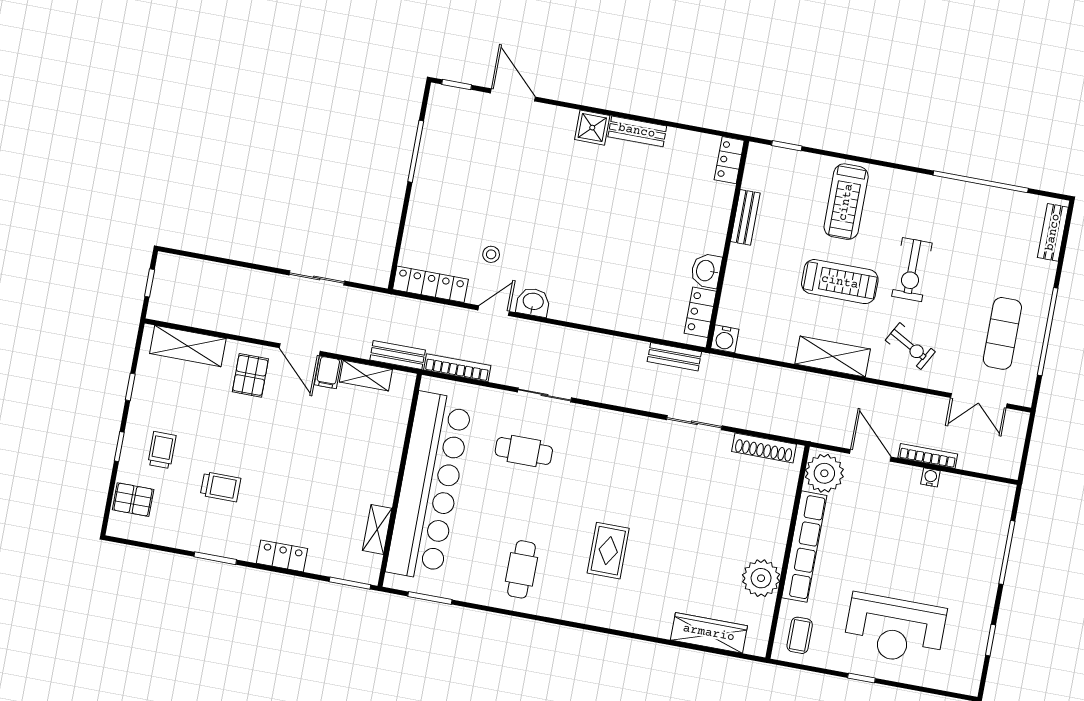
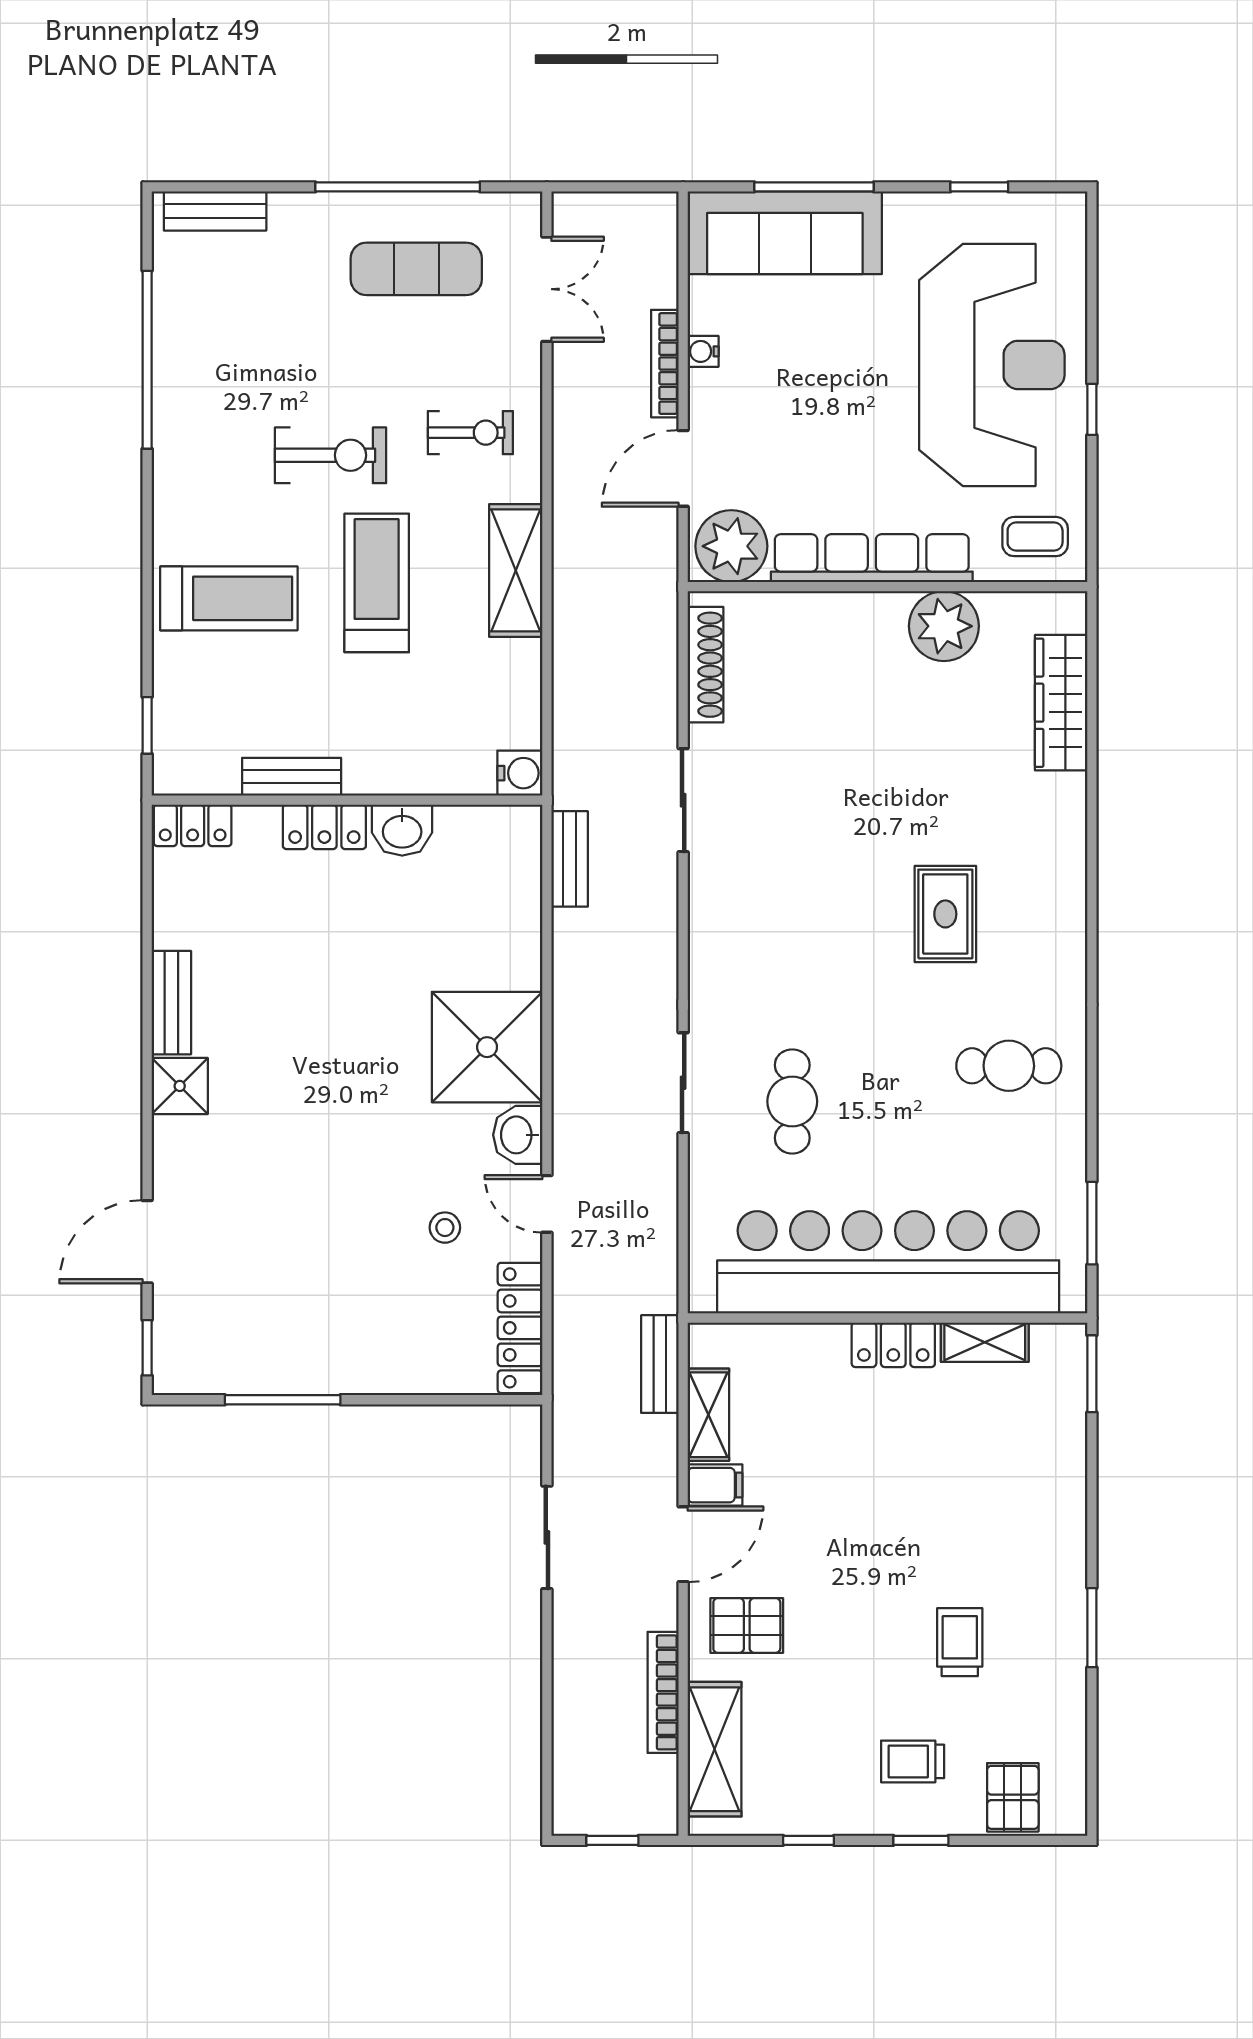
shower: (583, 294) -> (487, 1047), added
locker: (700, 312) -> (324, 827), moved
exercise bike: (910, 346) -> (470, 433), turned 61
bookcase: (457, 368) -> (663, 1692), moved
sofa: (985, 532) -> (785, 233), added
rug: (608, 551) -> (945, 914), turned 90
locker: (282, 556) -> (893, 1345), moved, turned -90
reception desk: (895, 629) -> (992, 365), width x1.36, depth x1.30

